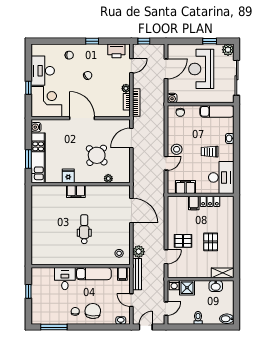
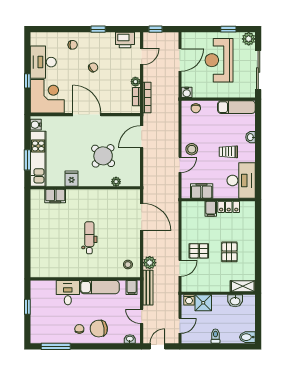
filing cabinet: (76, 192) -> (55, 196), moved
chair: (93, 311) -> (99, 329), turned -103

